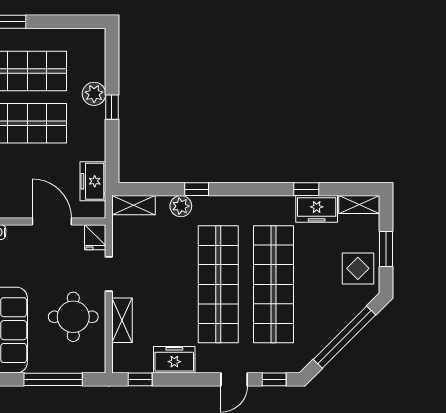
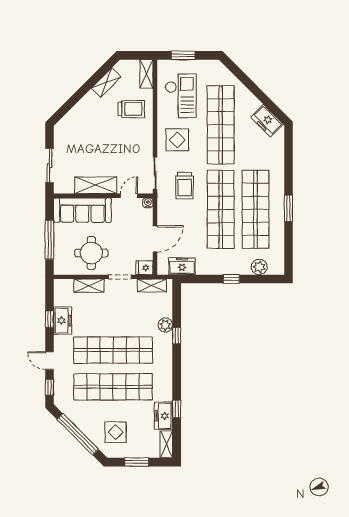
plant: (94, 94) -> (259, 267), moved
shelving: (134, 205) -> (152, 285), moved, turned 90
display table: (358, 268) -> (116, 432), moved
window: (140, 379) -> (49, 319), moved

